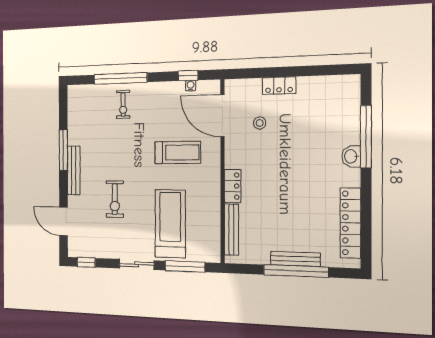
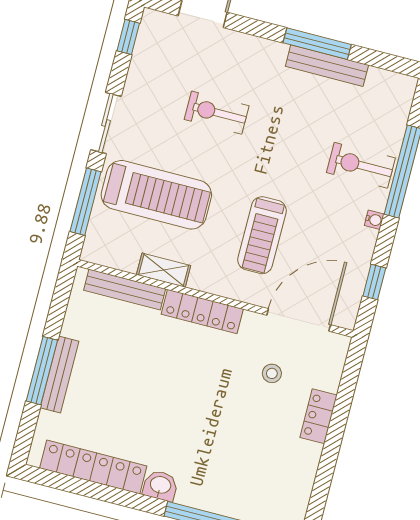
water cooler: (191, 86) -> (374, 220), moved
exercise bike: (123, 104) -> (361, 165), width x1.38, depth x1.39
washbasin: (351, 156) -> (160, 486), moved
bench: (74, 170) -> (327, 66), moved
locker: (233, 186) -> (202, 312), width x1.53
shelving: (214, 208) -> (164, 270), added
window: (296, 271) -> (42, 371), width x0.68

